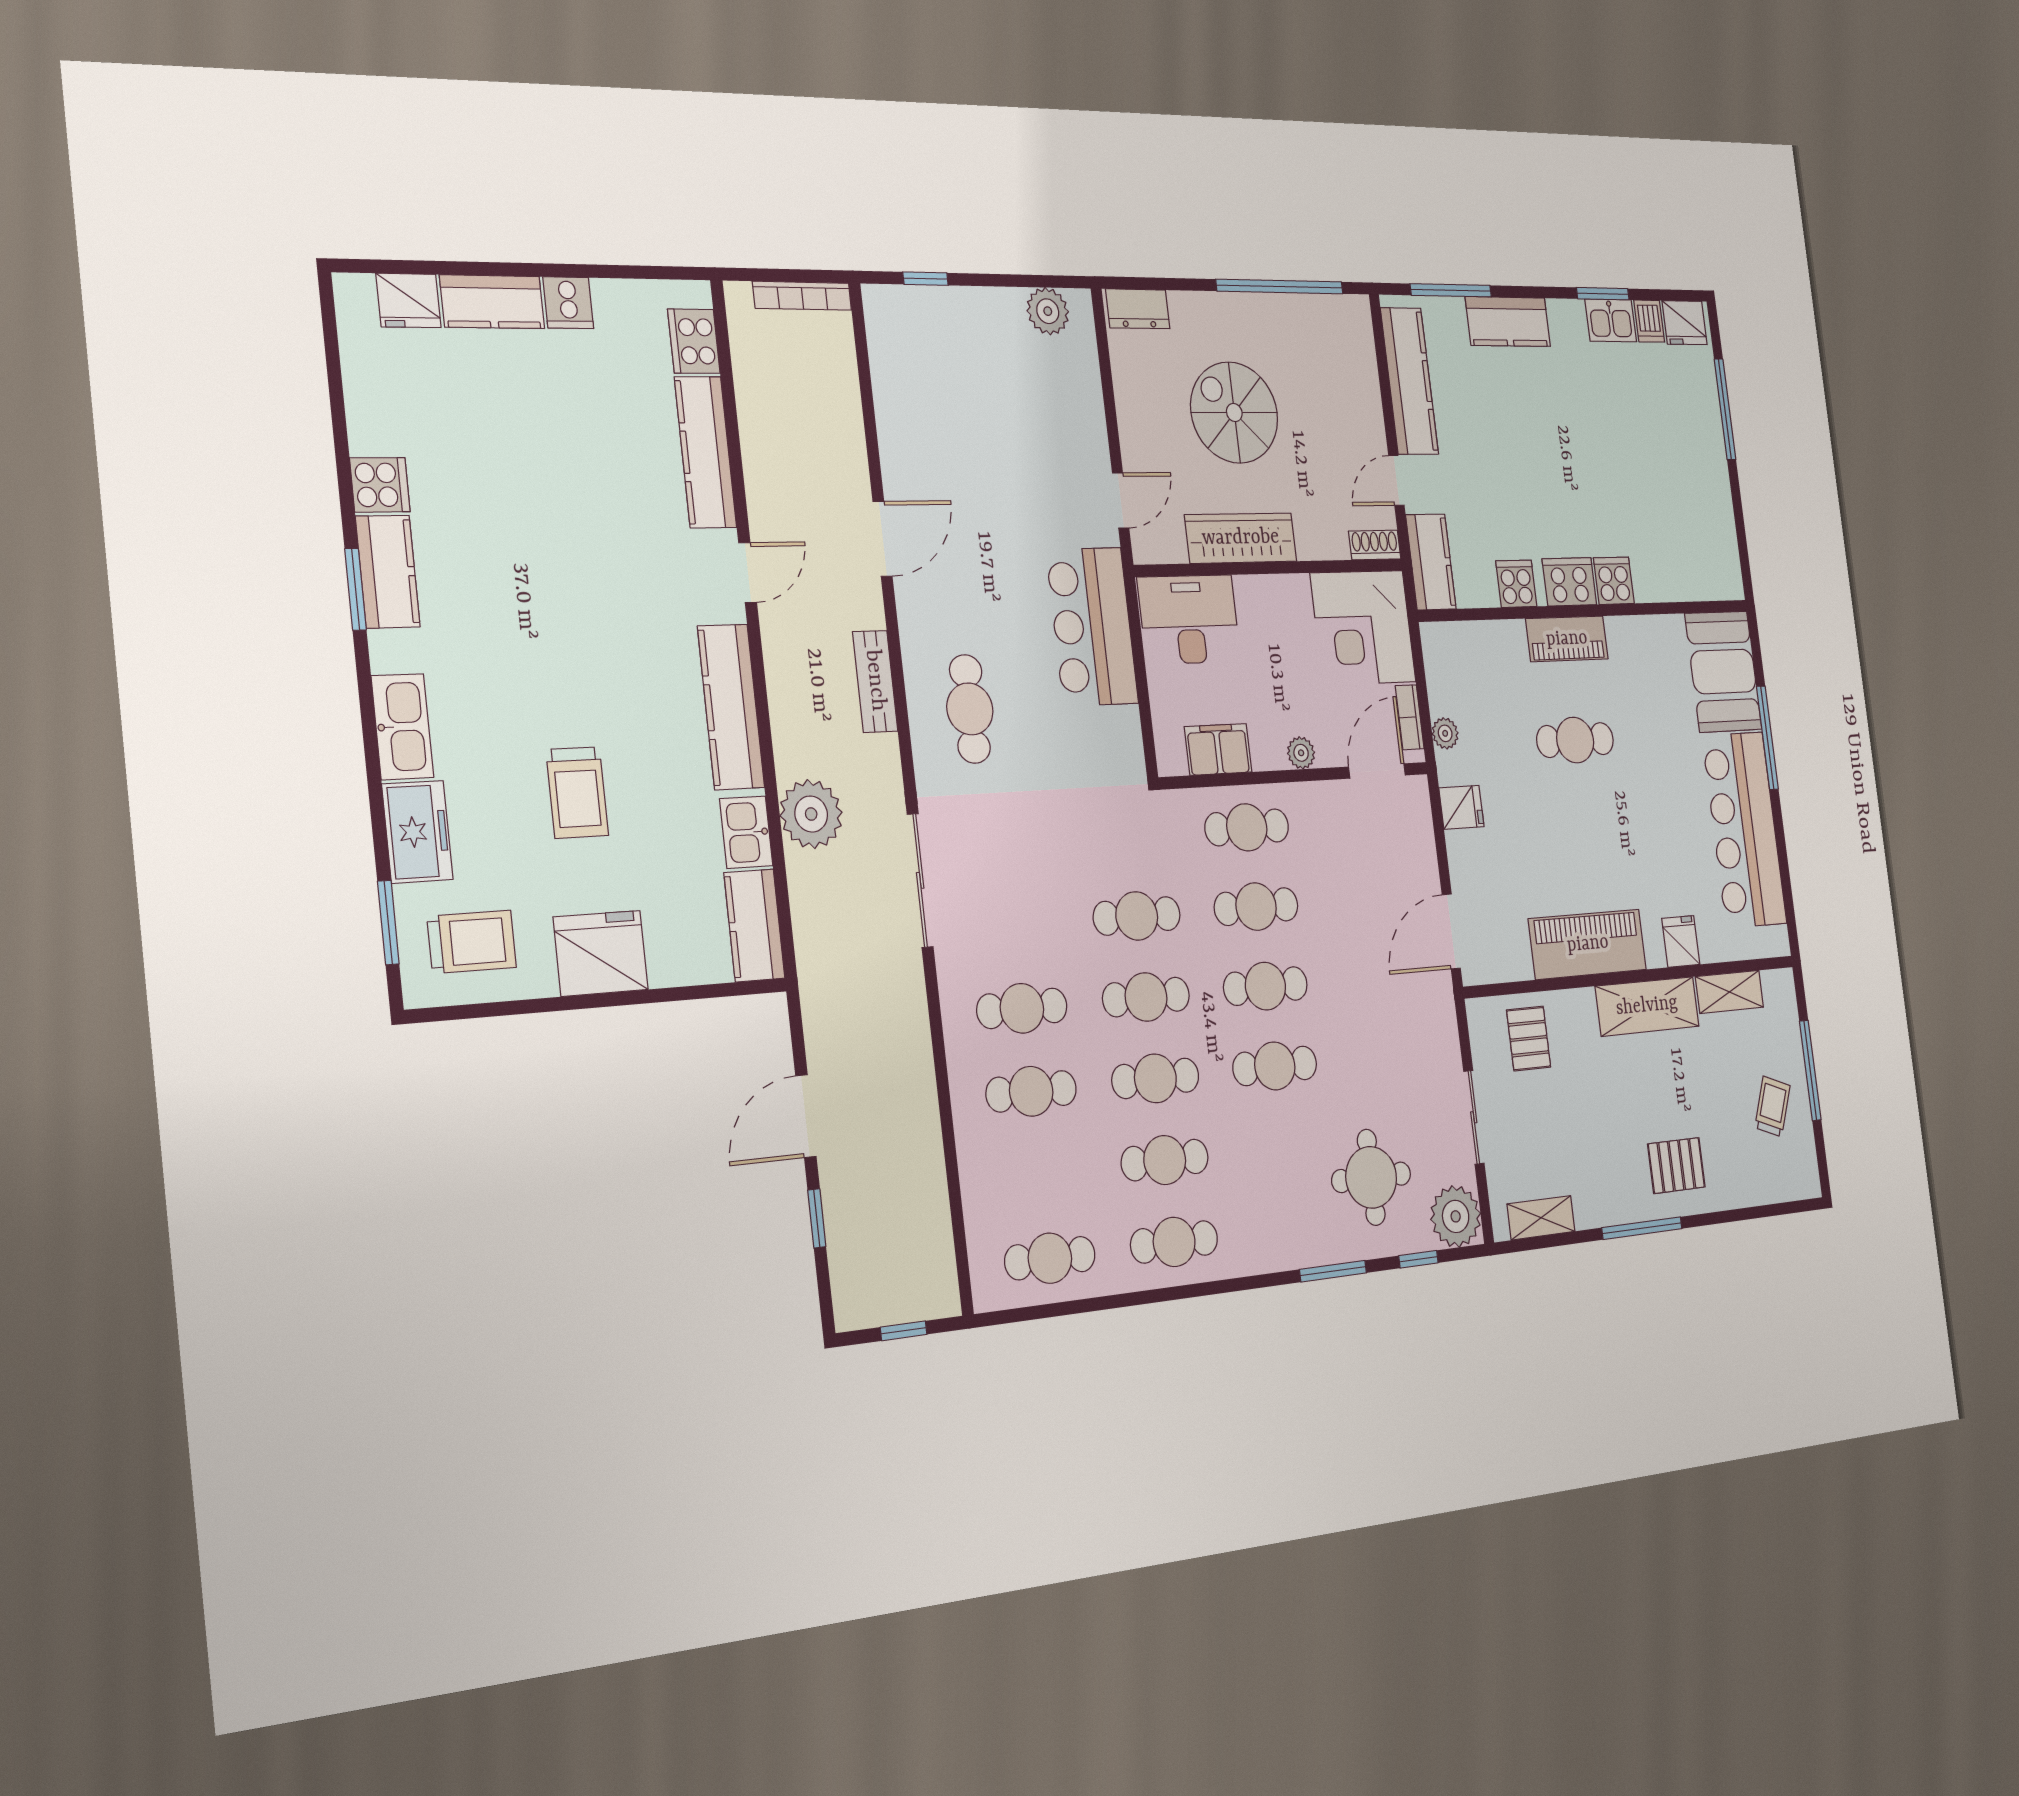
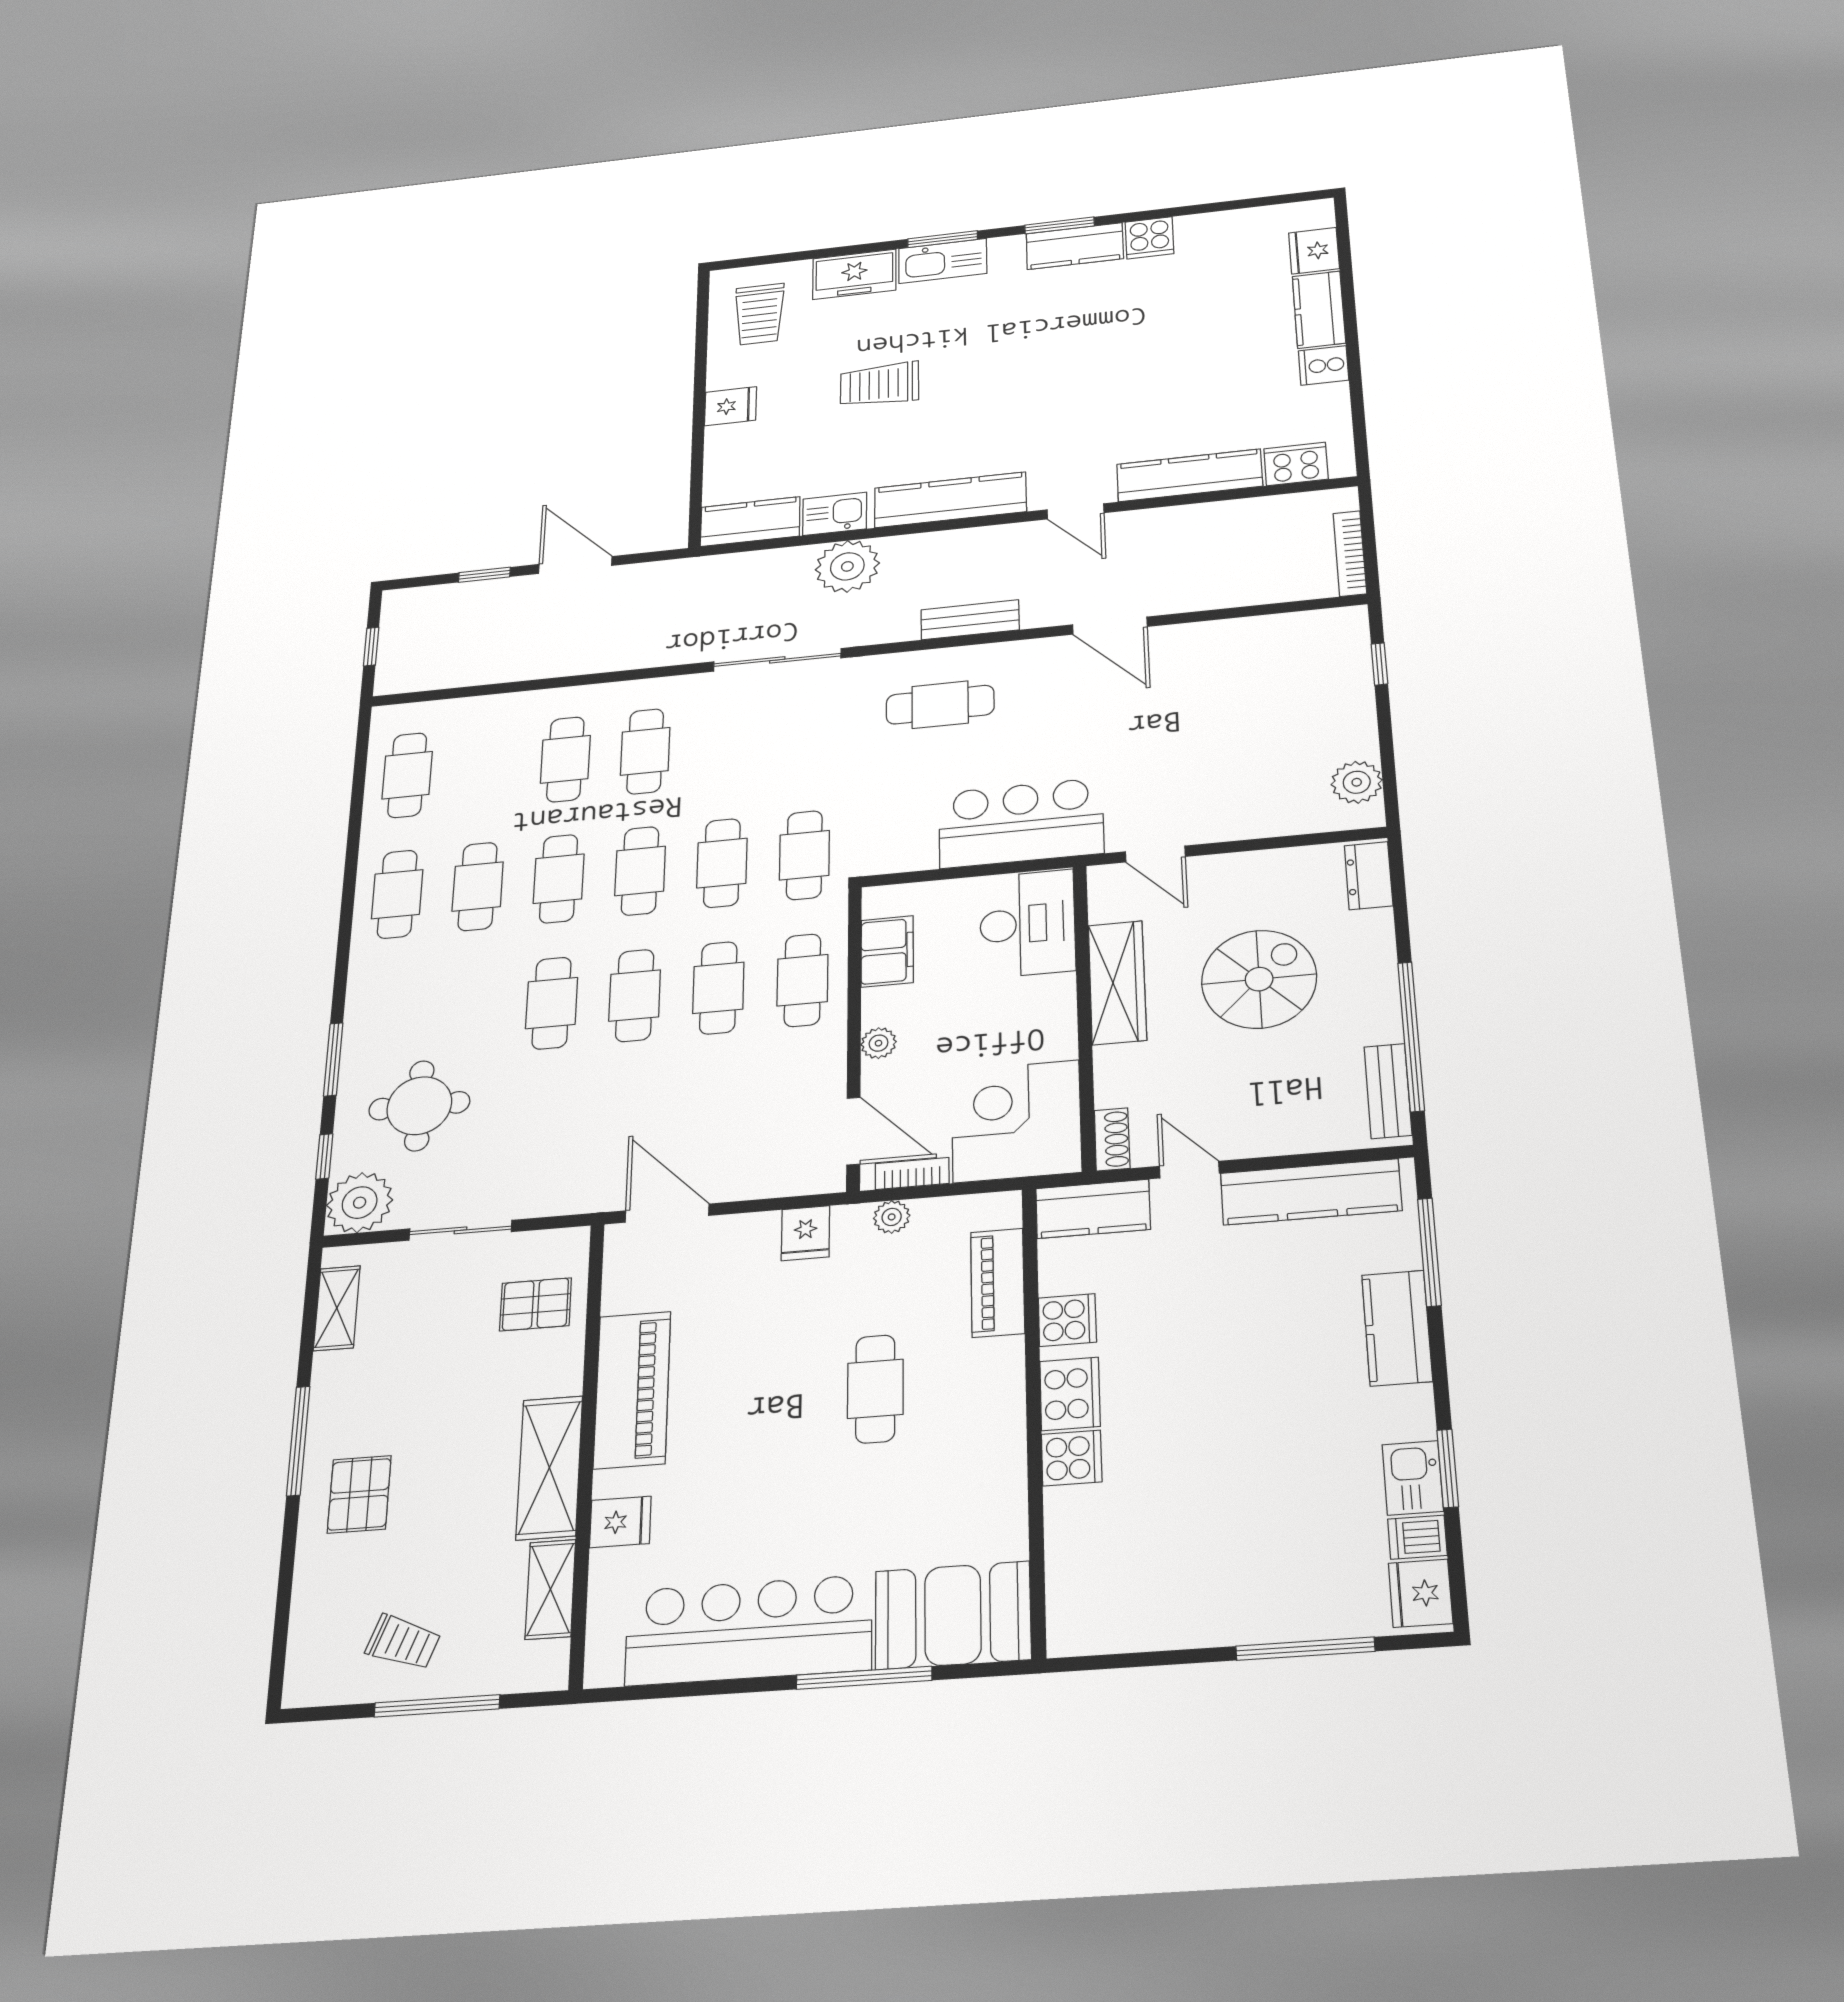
bench: (1326, 310) -> (1388, 1091), added
piano: (1567, 639) -> (998, 1283), moved
cafe table: (1127, 835) -> (804, 855), added
window: (388, 923) -> (943, 239), moved
fridge: (601, 953) -> (731, 406), width x0.53, depth x0.75

